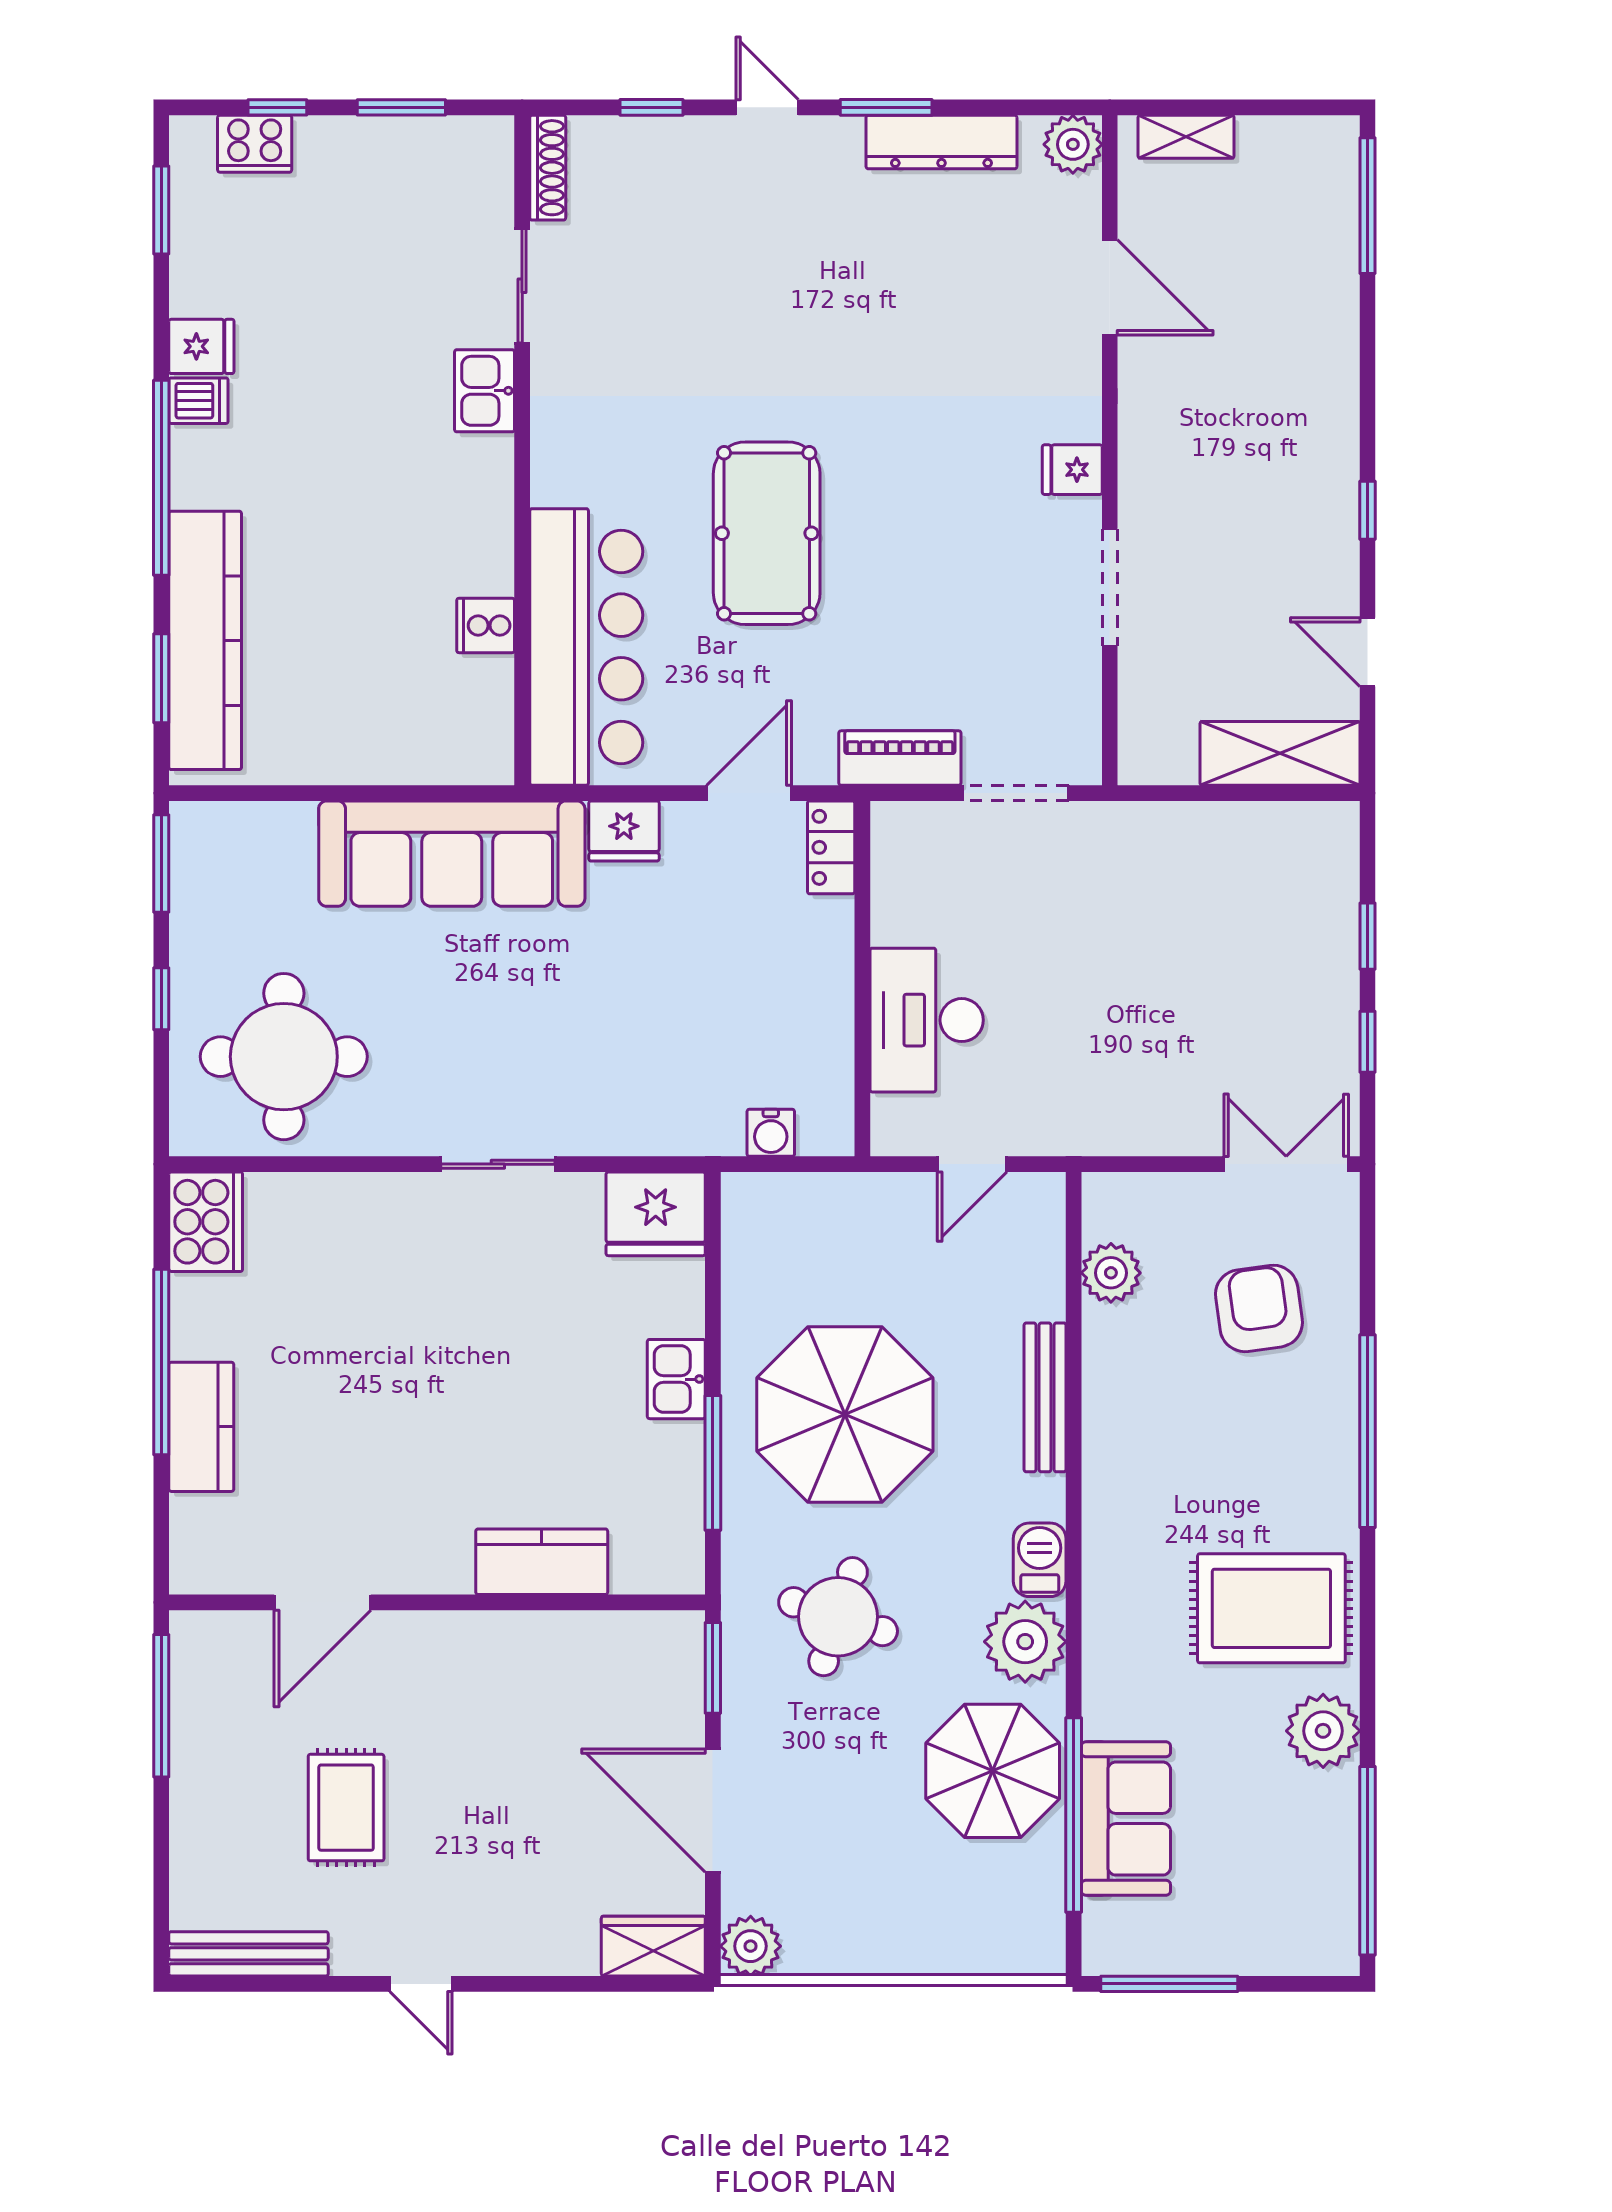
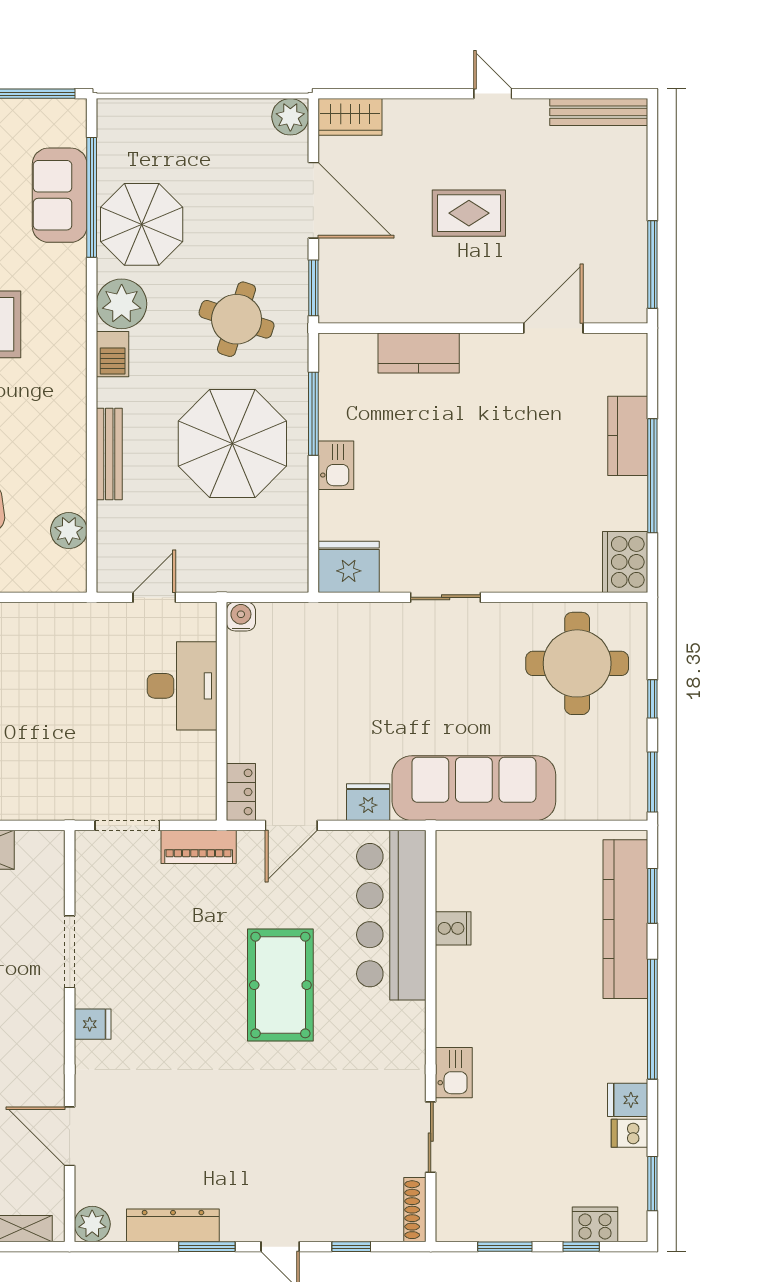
dishwasher: (198, 401) -> (630, 1133), moved
water cooler: (771, 1133) -> (241, 617), moved
rug: (346, 1808) -> (469, 213), moved, turned 90

